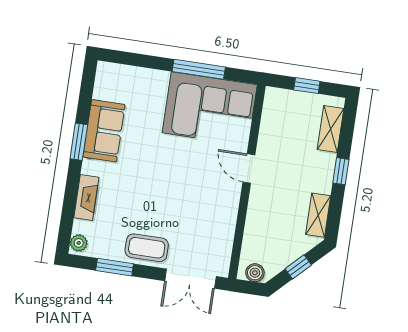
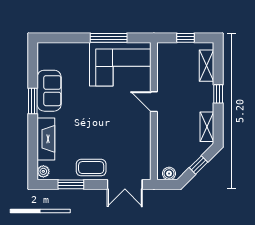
fireplace: (86, 197) -> (46, 139), width x1.37, depth x1.32

